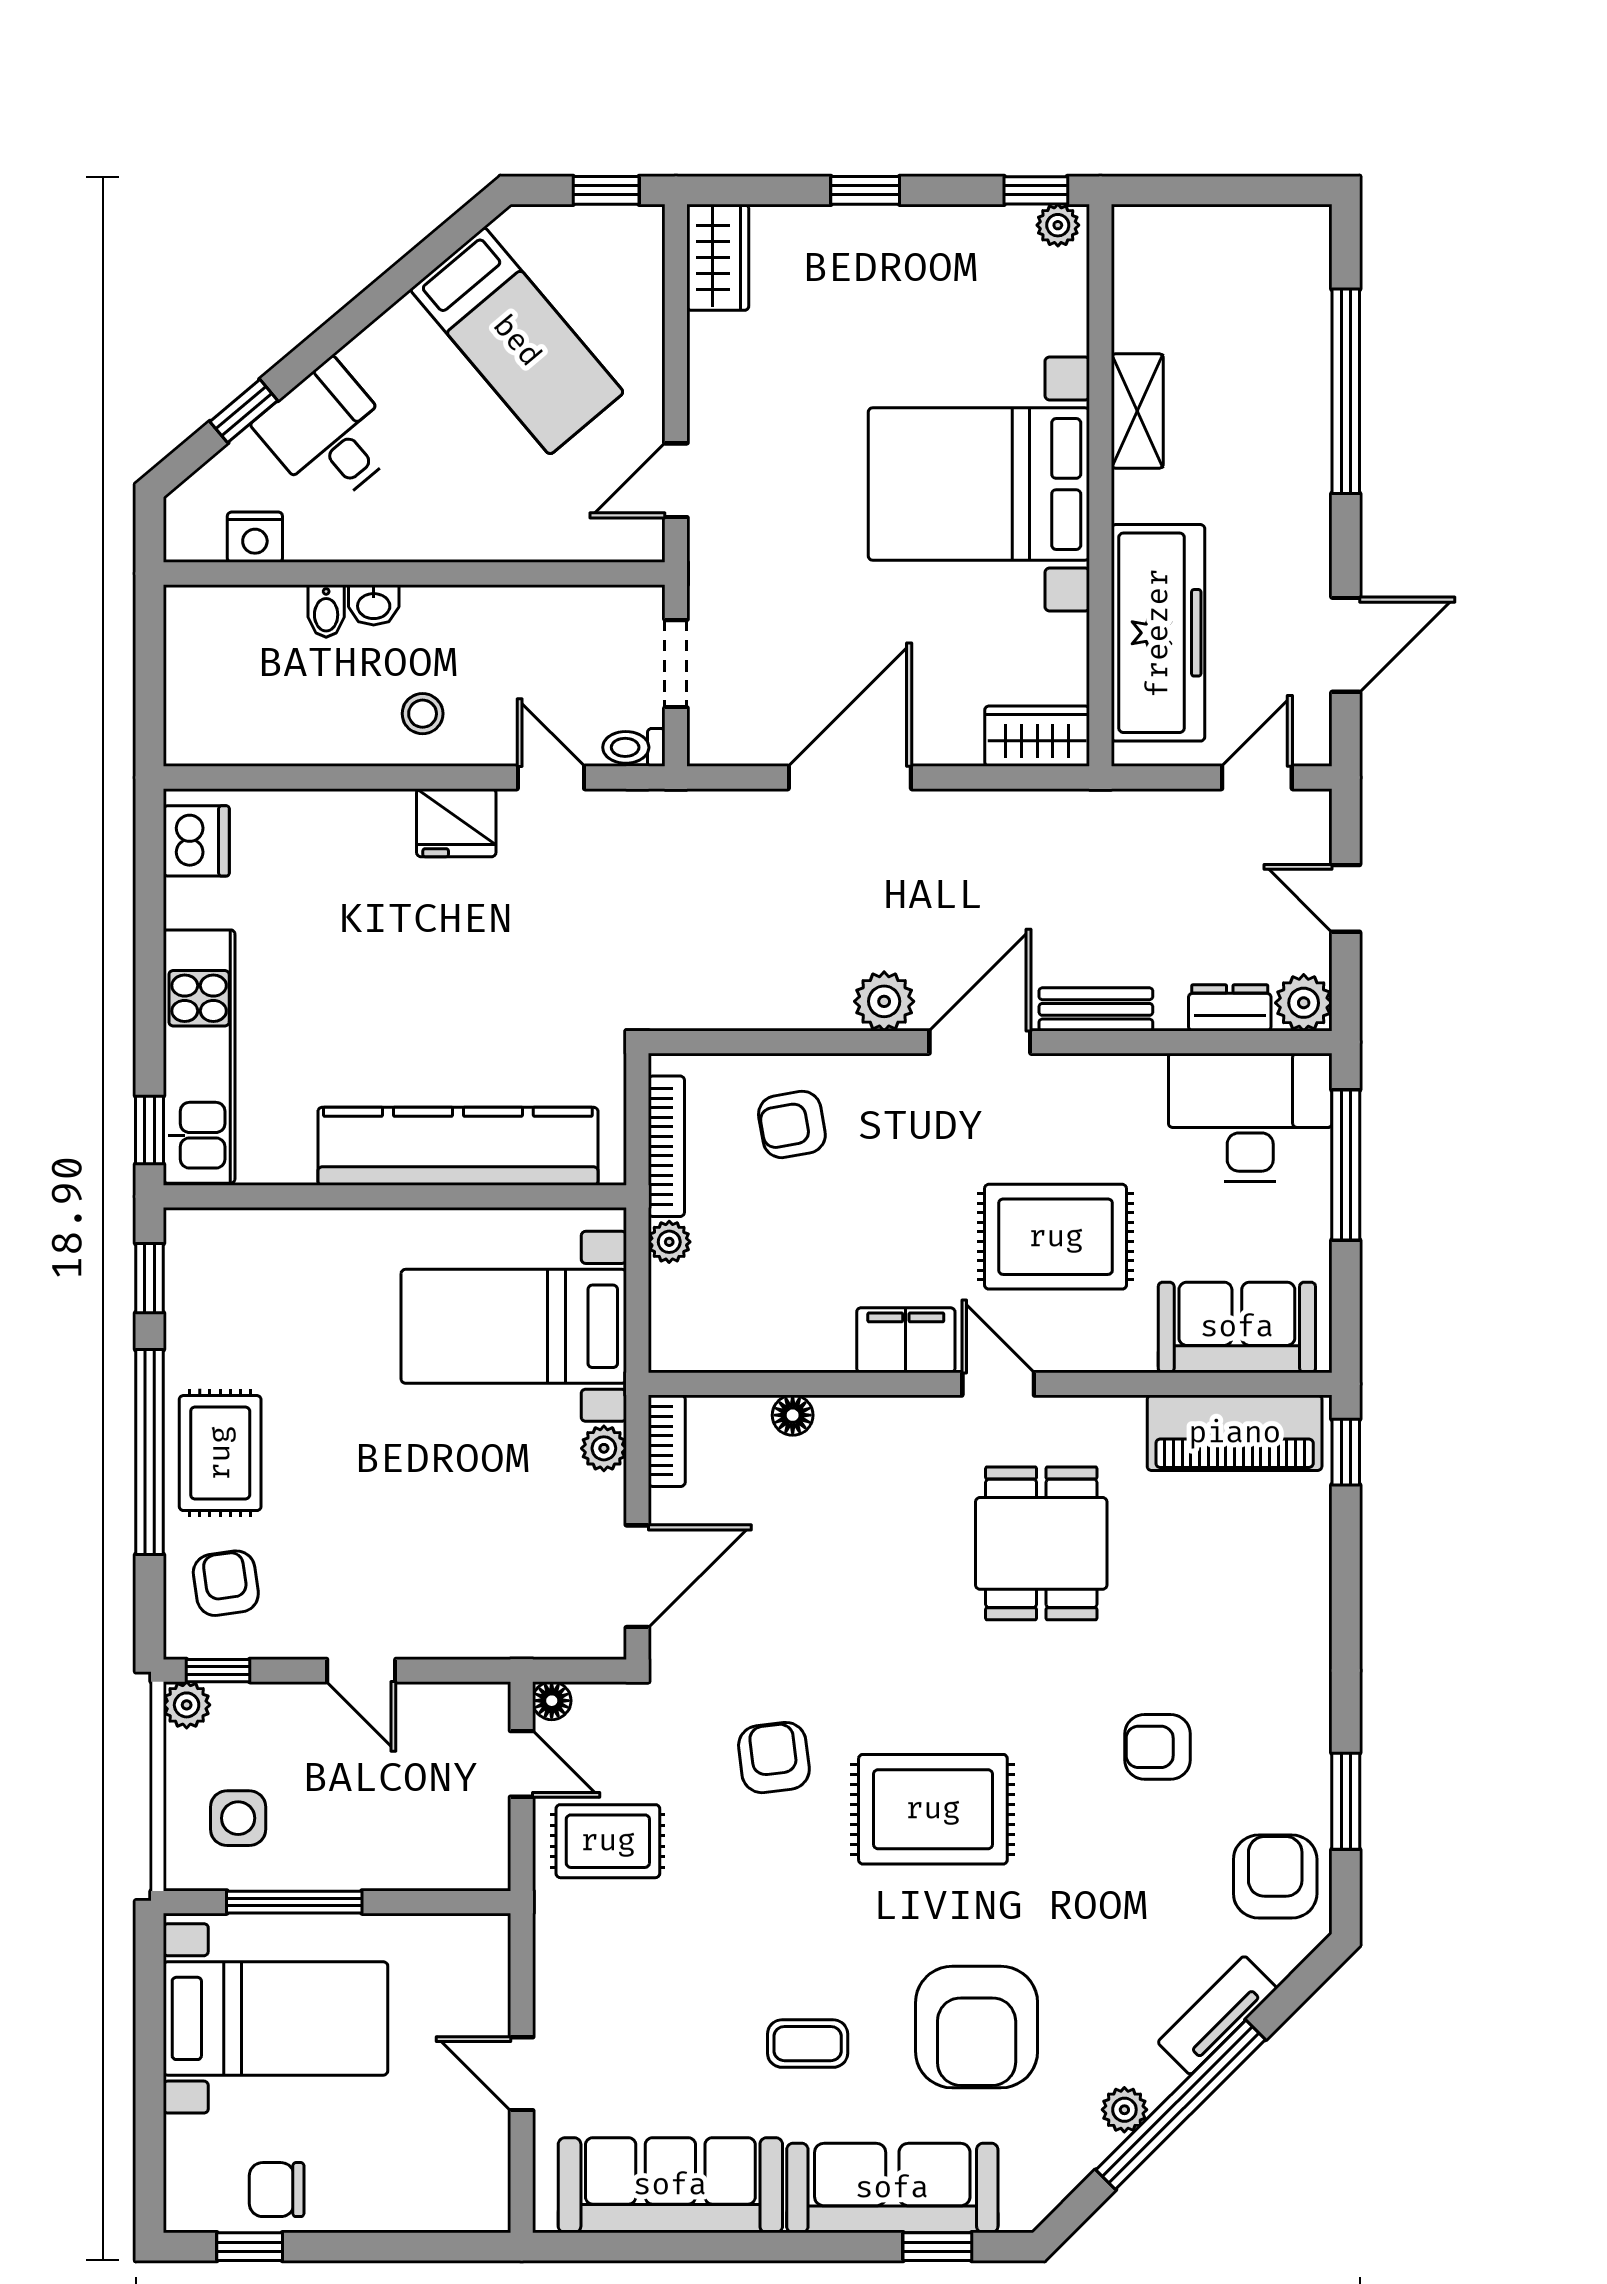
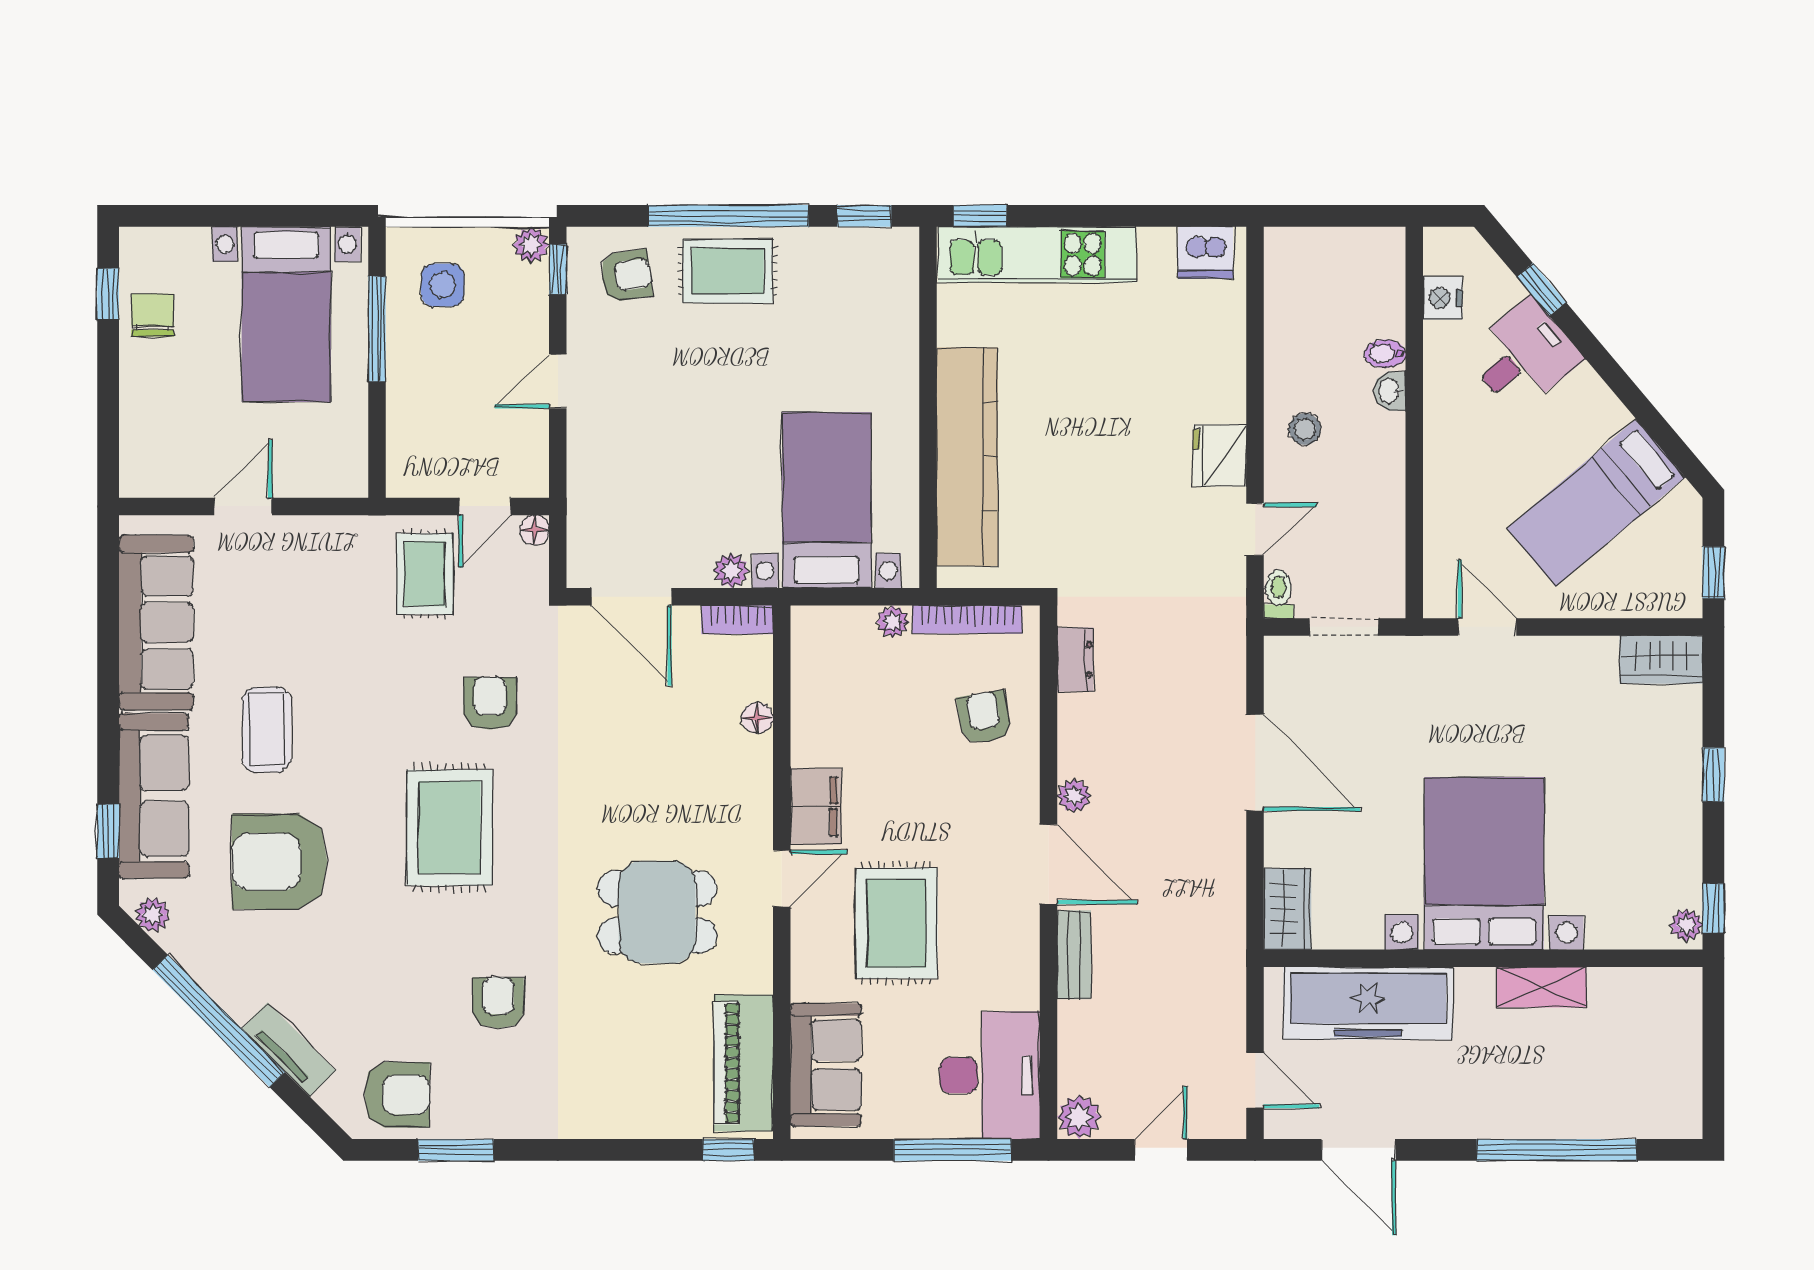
plant: (884, 1001) -> (1074, 796), width x0.73, depth x0.73
dresser: (1230, 1008) -> (1075, 659), moved
armchair: (774, 1758) -> (490, 703), turned -83
coffee table: (808, 2044) -> (267, 730), width x1.36, depth x1.30
plant: (1124, 2110) -> (153, 915), moved

